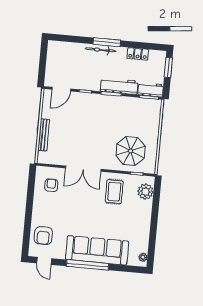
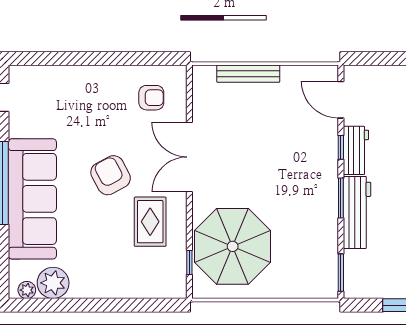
workbench: (151, 90) -> (356, 150), moved
parasol: (131, 151) -> (233, 246), width x1.36, depth x1.36
rug: (114, 192) -> (150, 222), turned 90
plant: (145, 192) -> (53, 283), moved
armchair: (43, 236) -> (111, 175), moved, turned 62

